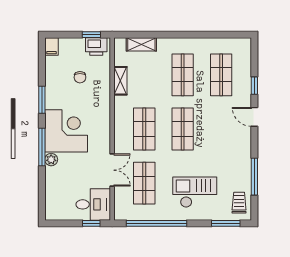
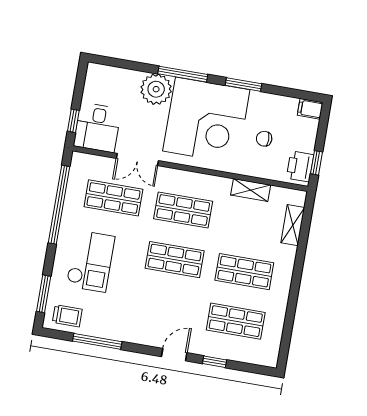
corner desk: (66, 131) -> (206, 120), width x1.36, depth x1.36
plant: (51, 160) -> (156, 89), width x1.87, depth x1.87

